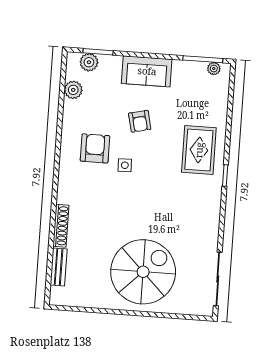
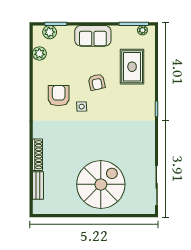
armchair: (140, 121) -> (97, 82), moved
rug: (199, 150) -> (132, 67), moved

